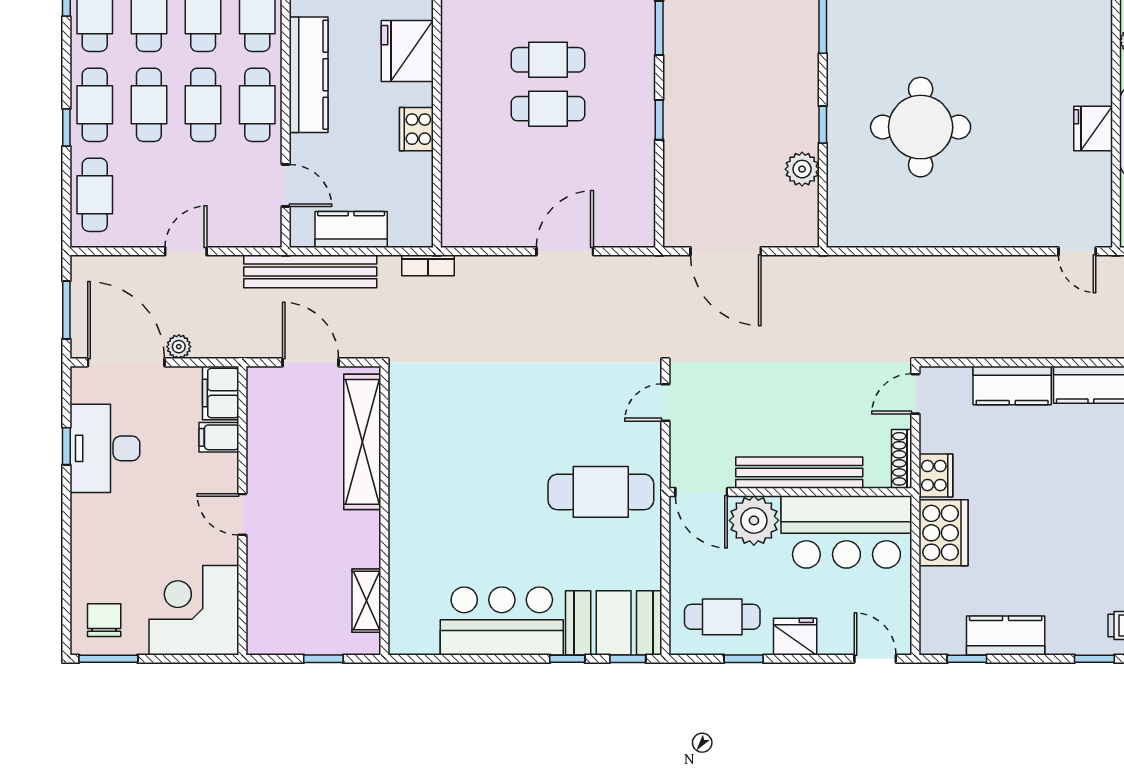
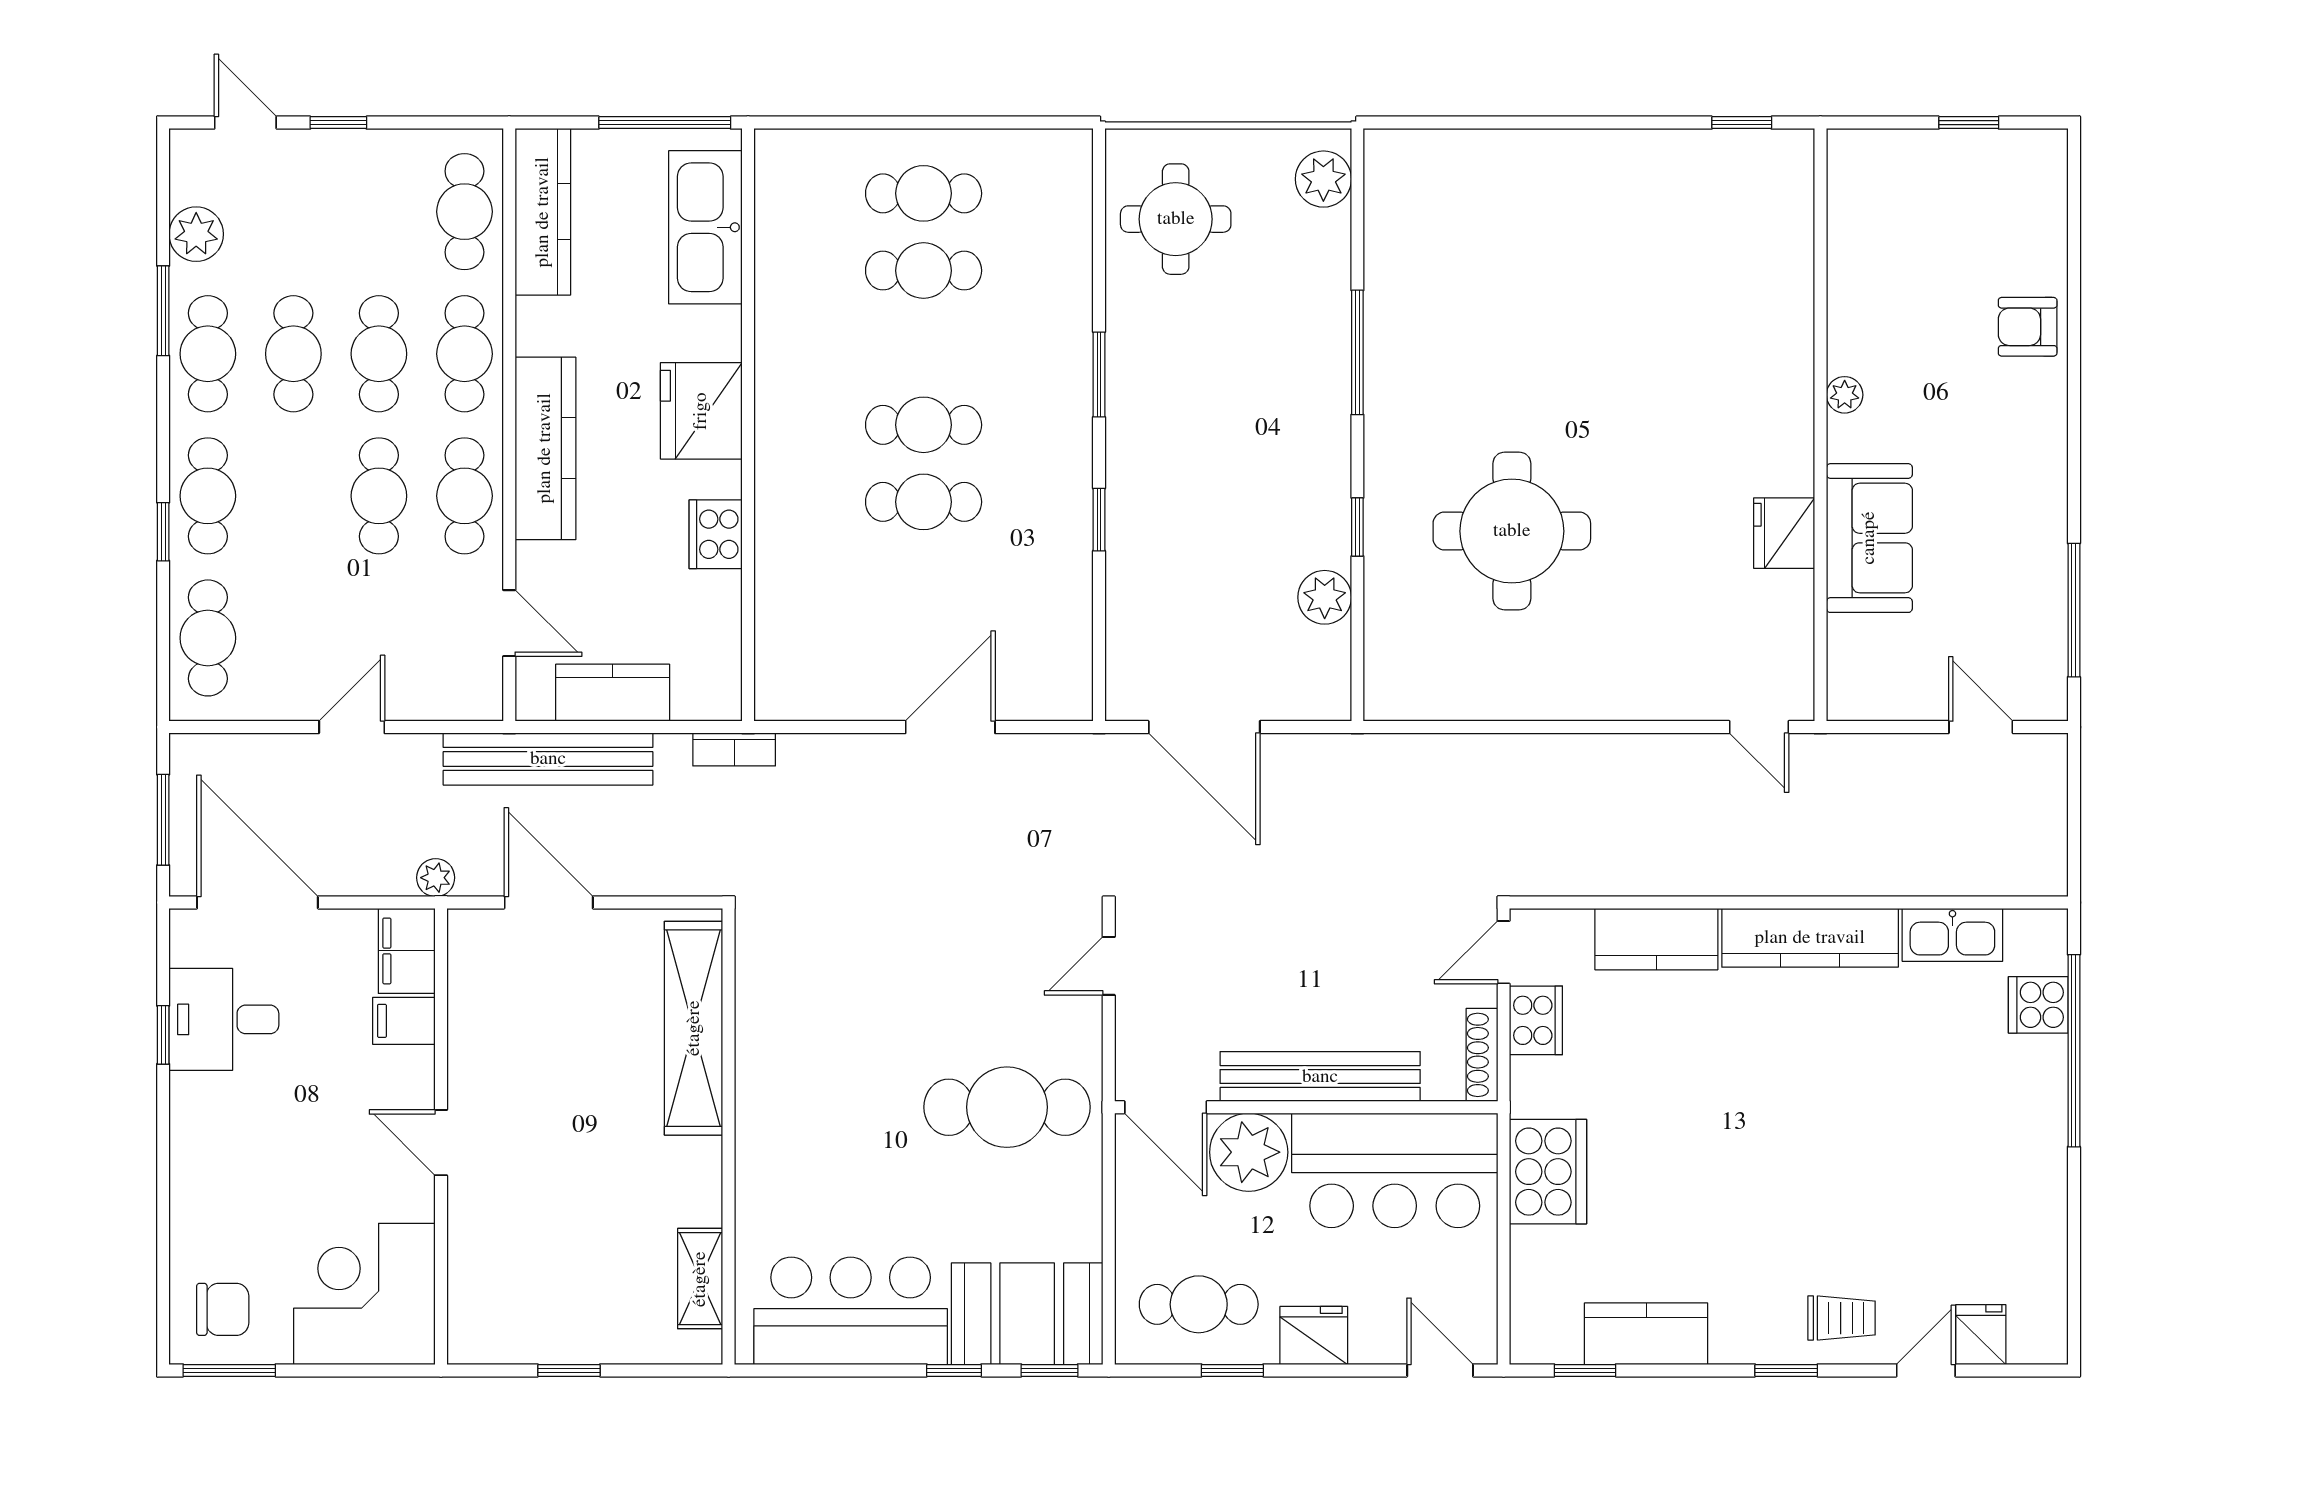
cafe table: (149, 105) -> (293, 496), removed
plant: (179, 347) -> (436, 878), moved
shelving: (362, 442) -> (694, 1028), moved
desk: (105, 448) -> (224, 1019), width x0.73
cooker: (936, 475) -> (1536, 1020), moved
wall: (384, 511) -> (729, 1136), moved
shelving: (366, 601) -> (700, 1279), moved
chair: (104, 620) -> (223, 1309), turned 90

